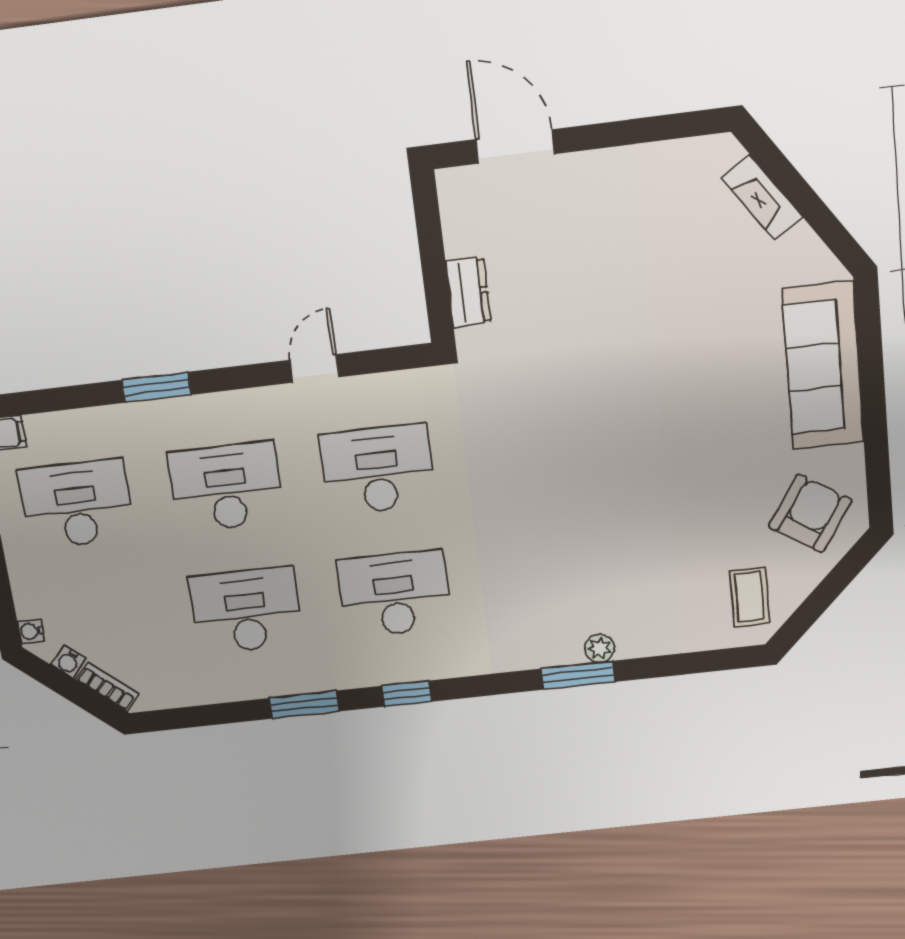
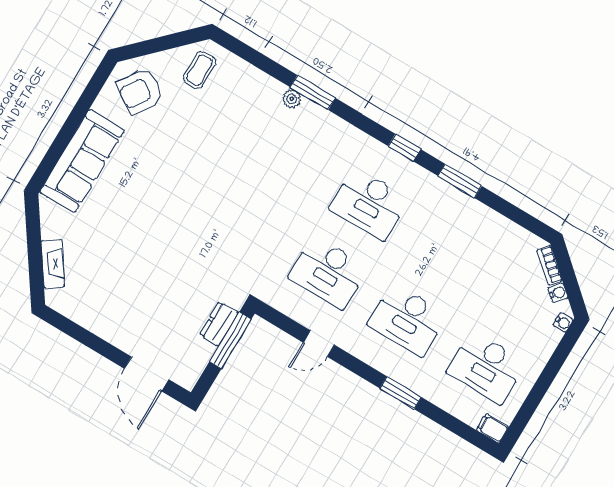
window: (436, 282) -> (230, 340), added
desk: (246, 610) -> (448, 251), removed

